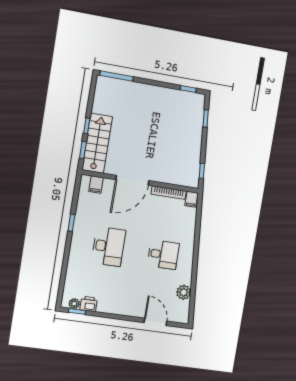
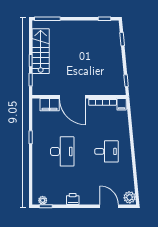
stairs: (97, 143) -> (41, 51), moved
door: (132, 180) -> (73, 97), hinge flipped
filing cabinet: (96, 185) -> (50, 105), width x2.00
plant: (184, 292) -> (130, 197), moved
printer: (89, 304) -> (73, 199), moved

